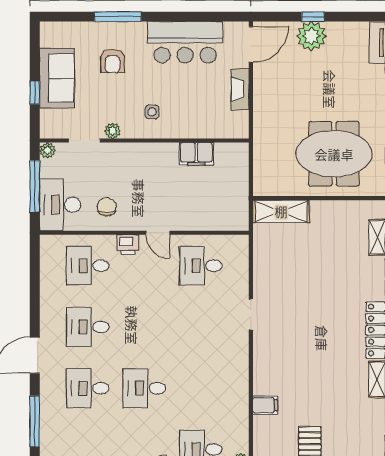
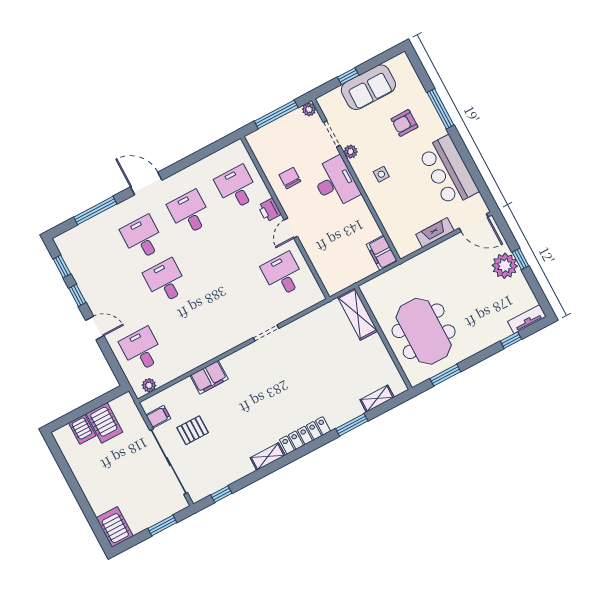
filing cabinet: (196, 154) -> (382, 253), moved
desk: (60, 205) -> (335, 182), moved, turned 90
chair: (107, 207) -> (290, 178), turned -90
filing cabinet: (265, 405) -> (209, 377), width x2.00

